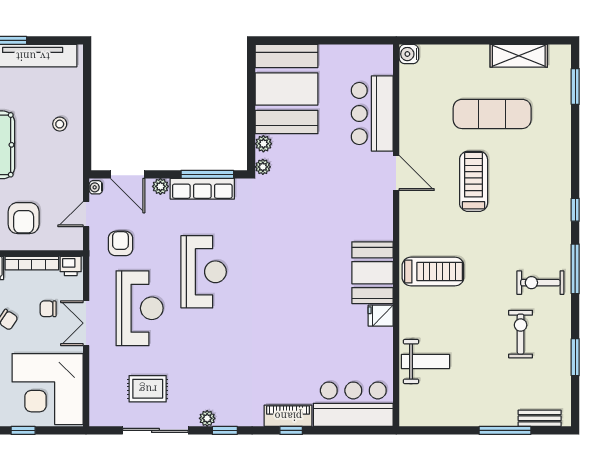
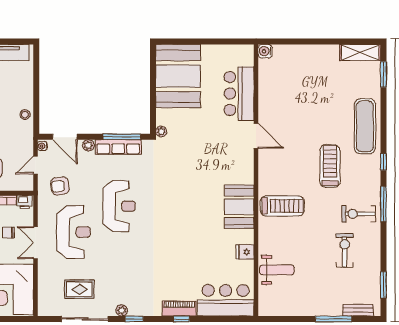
shelving: (519, 56) -> (360, 52), moved
exercise mat: (492, 114) -> (365, 126), moved, turned 90
stool: (60, 124) -> (25, 115), moved
plant: (263, 144) -> (162, 115), removed
treadmill: (474, 181) -> (330, 166), moved
armchair: (120, 243) -> (60, 186), turned -98
fridge: (381, 316) -> (245, 252), moved
window: (575, 357) -> (383, 285), moved

